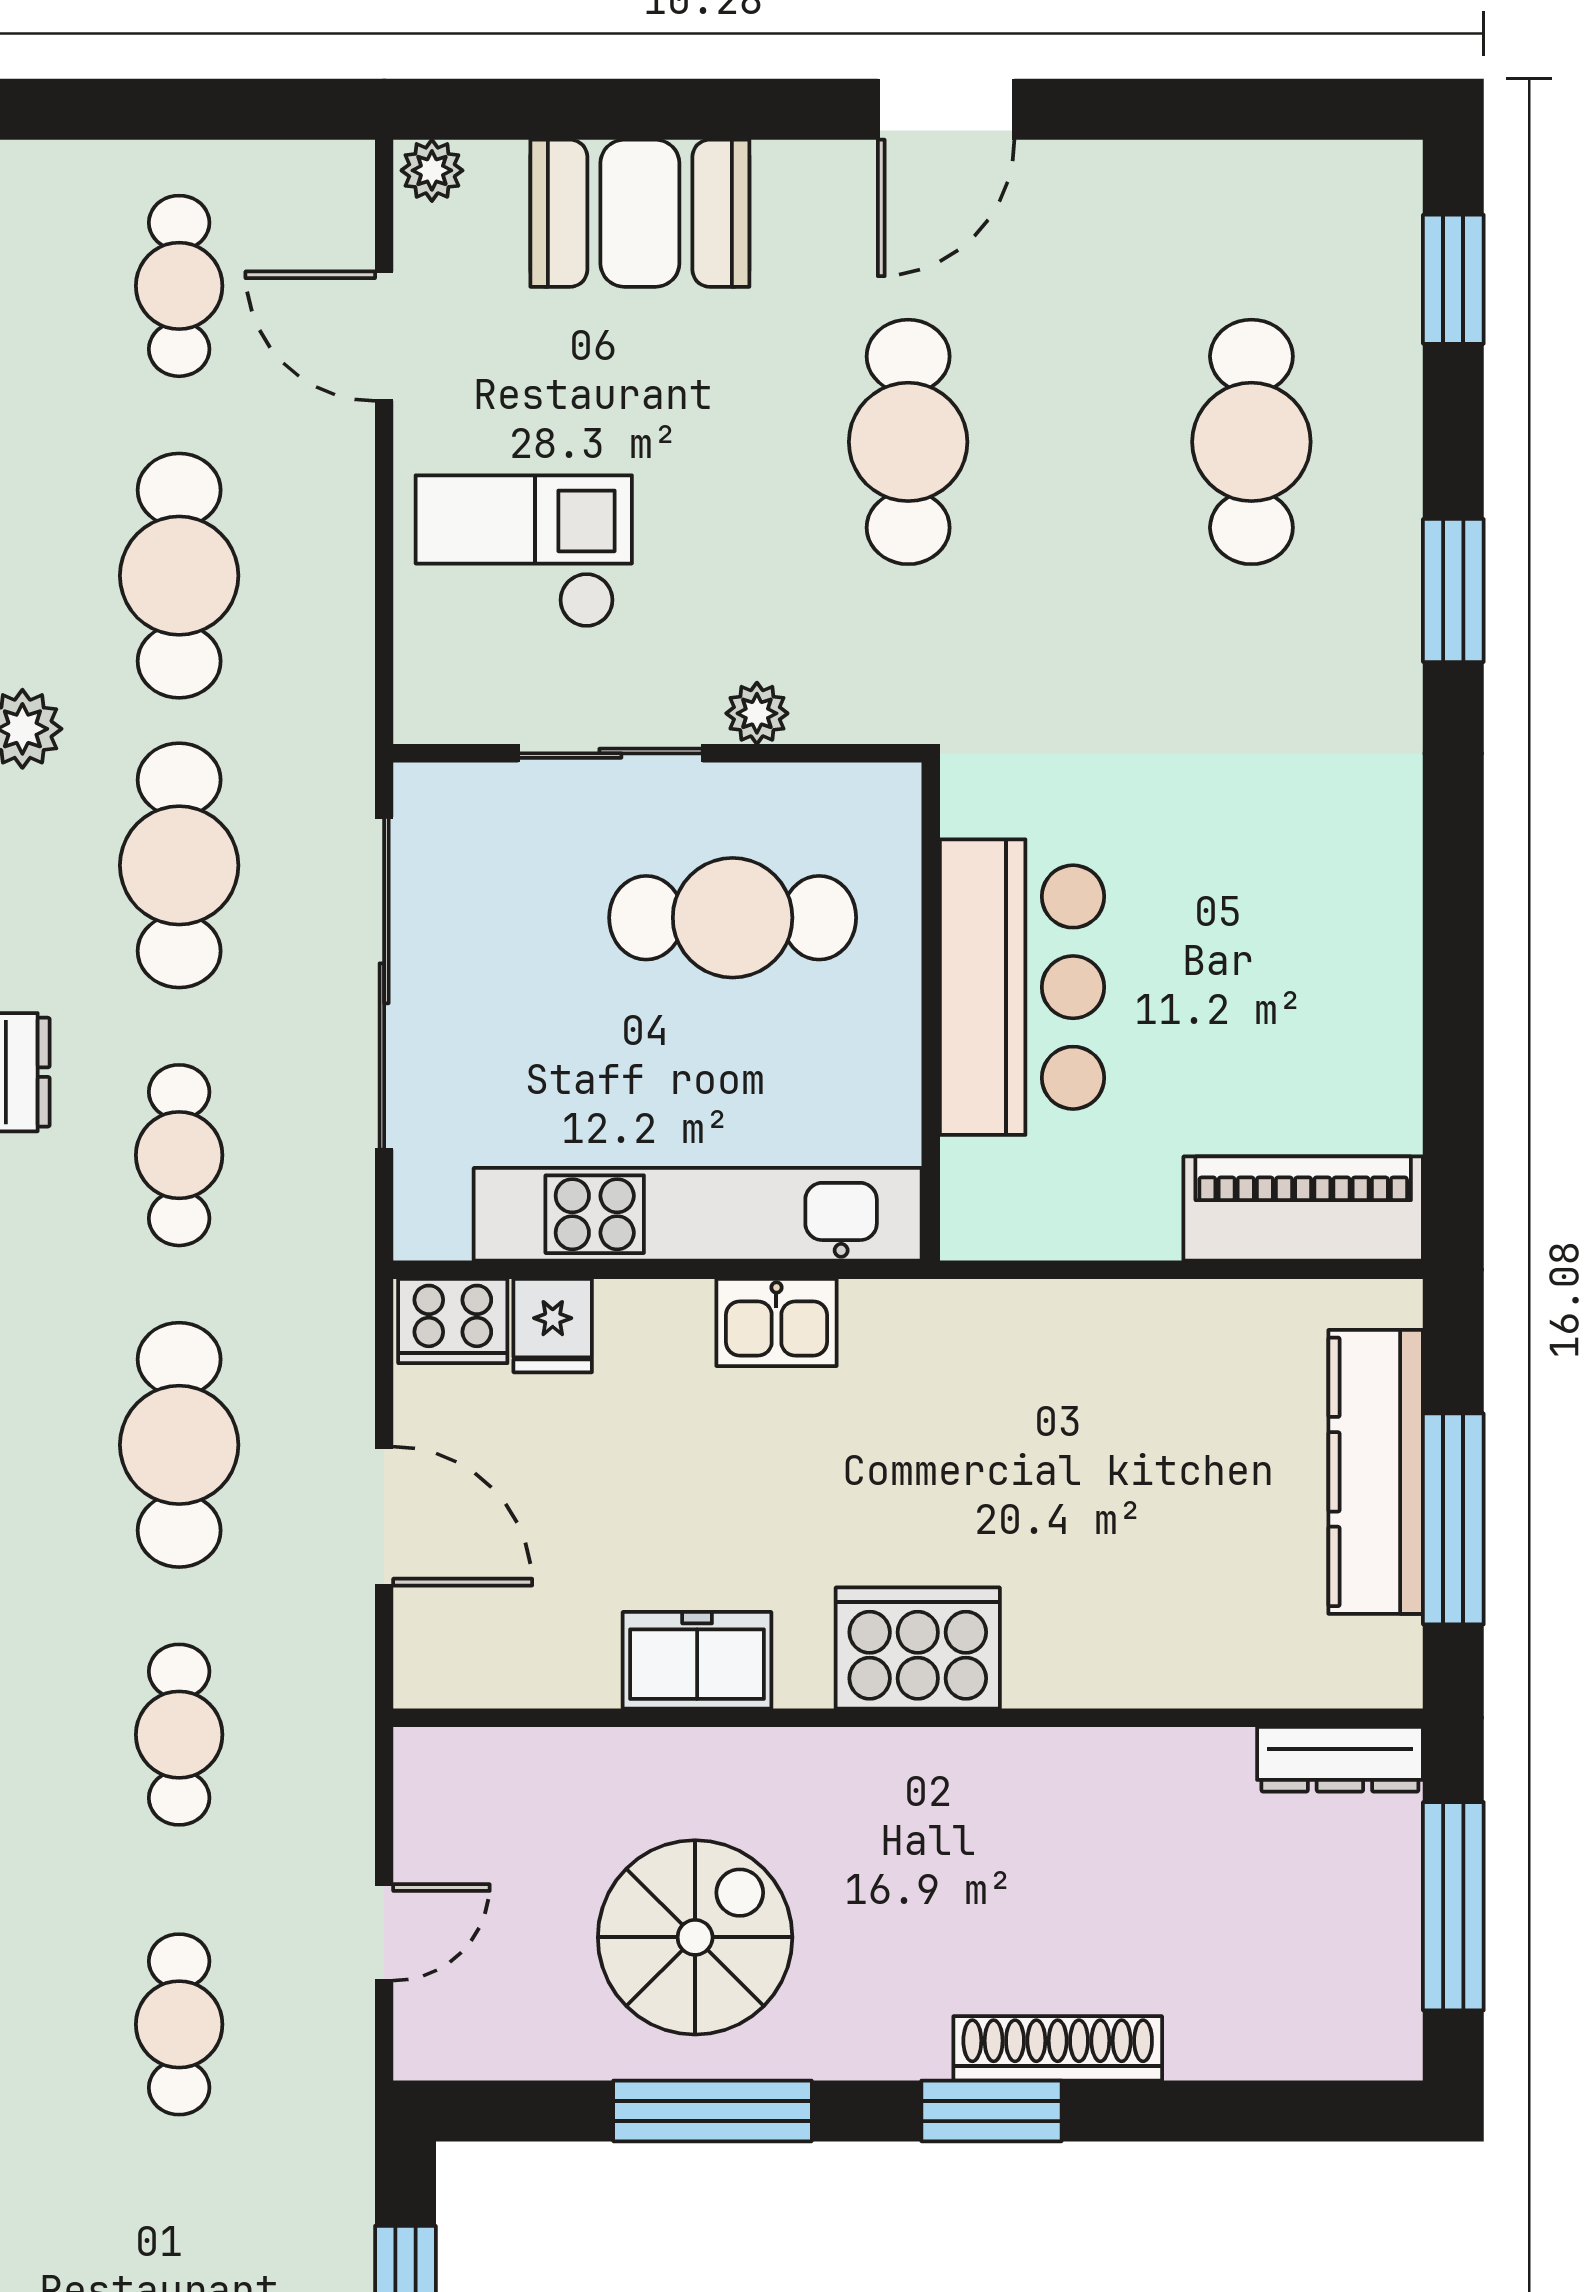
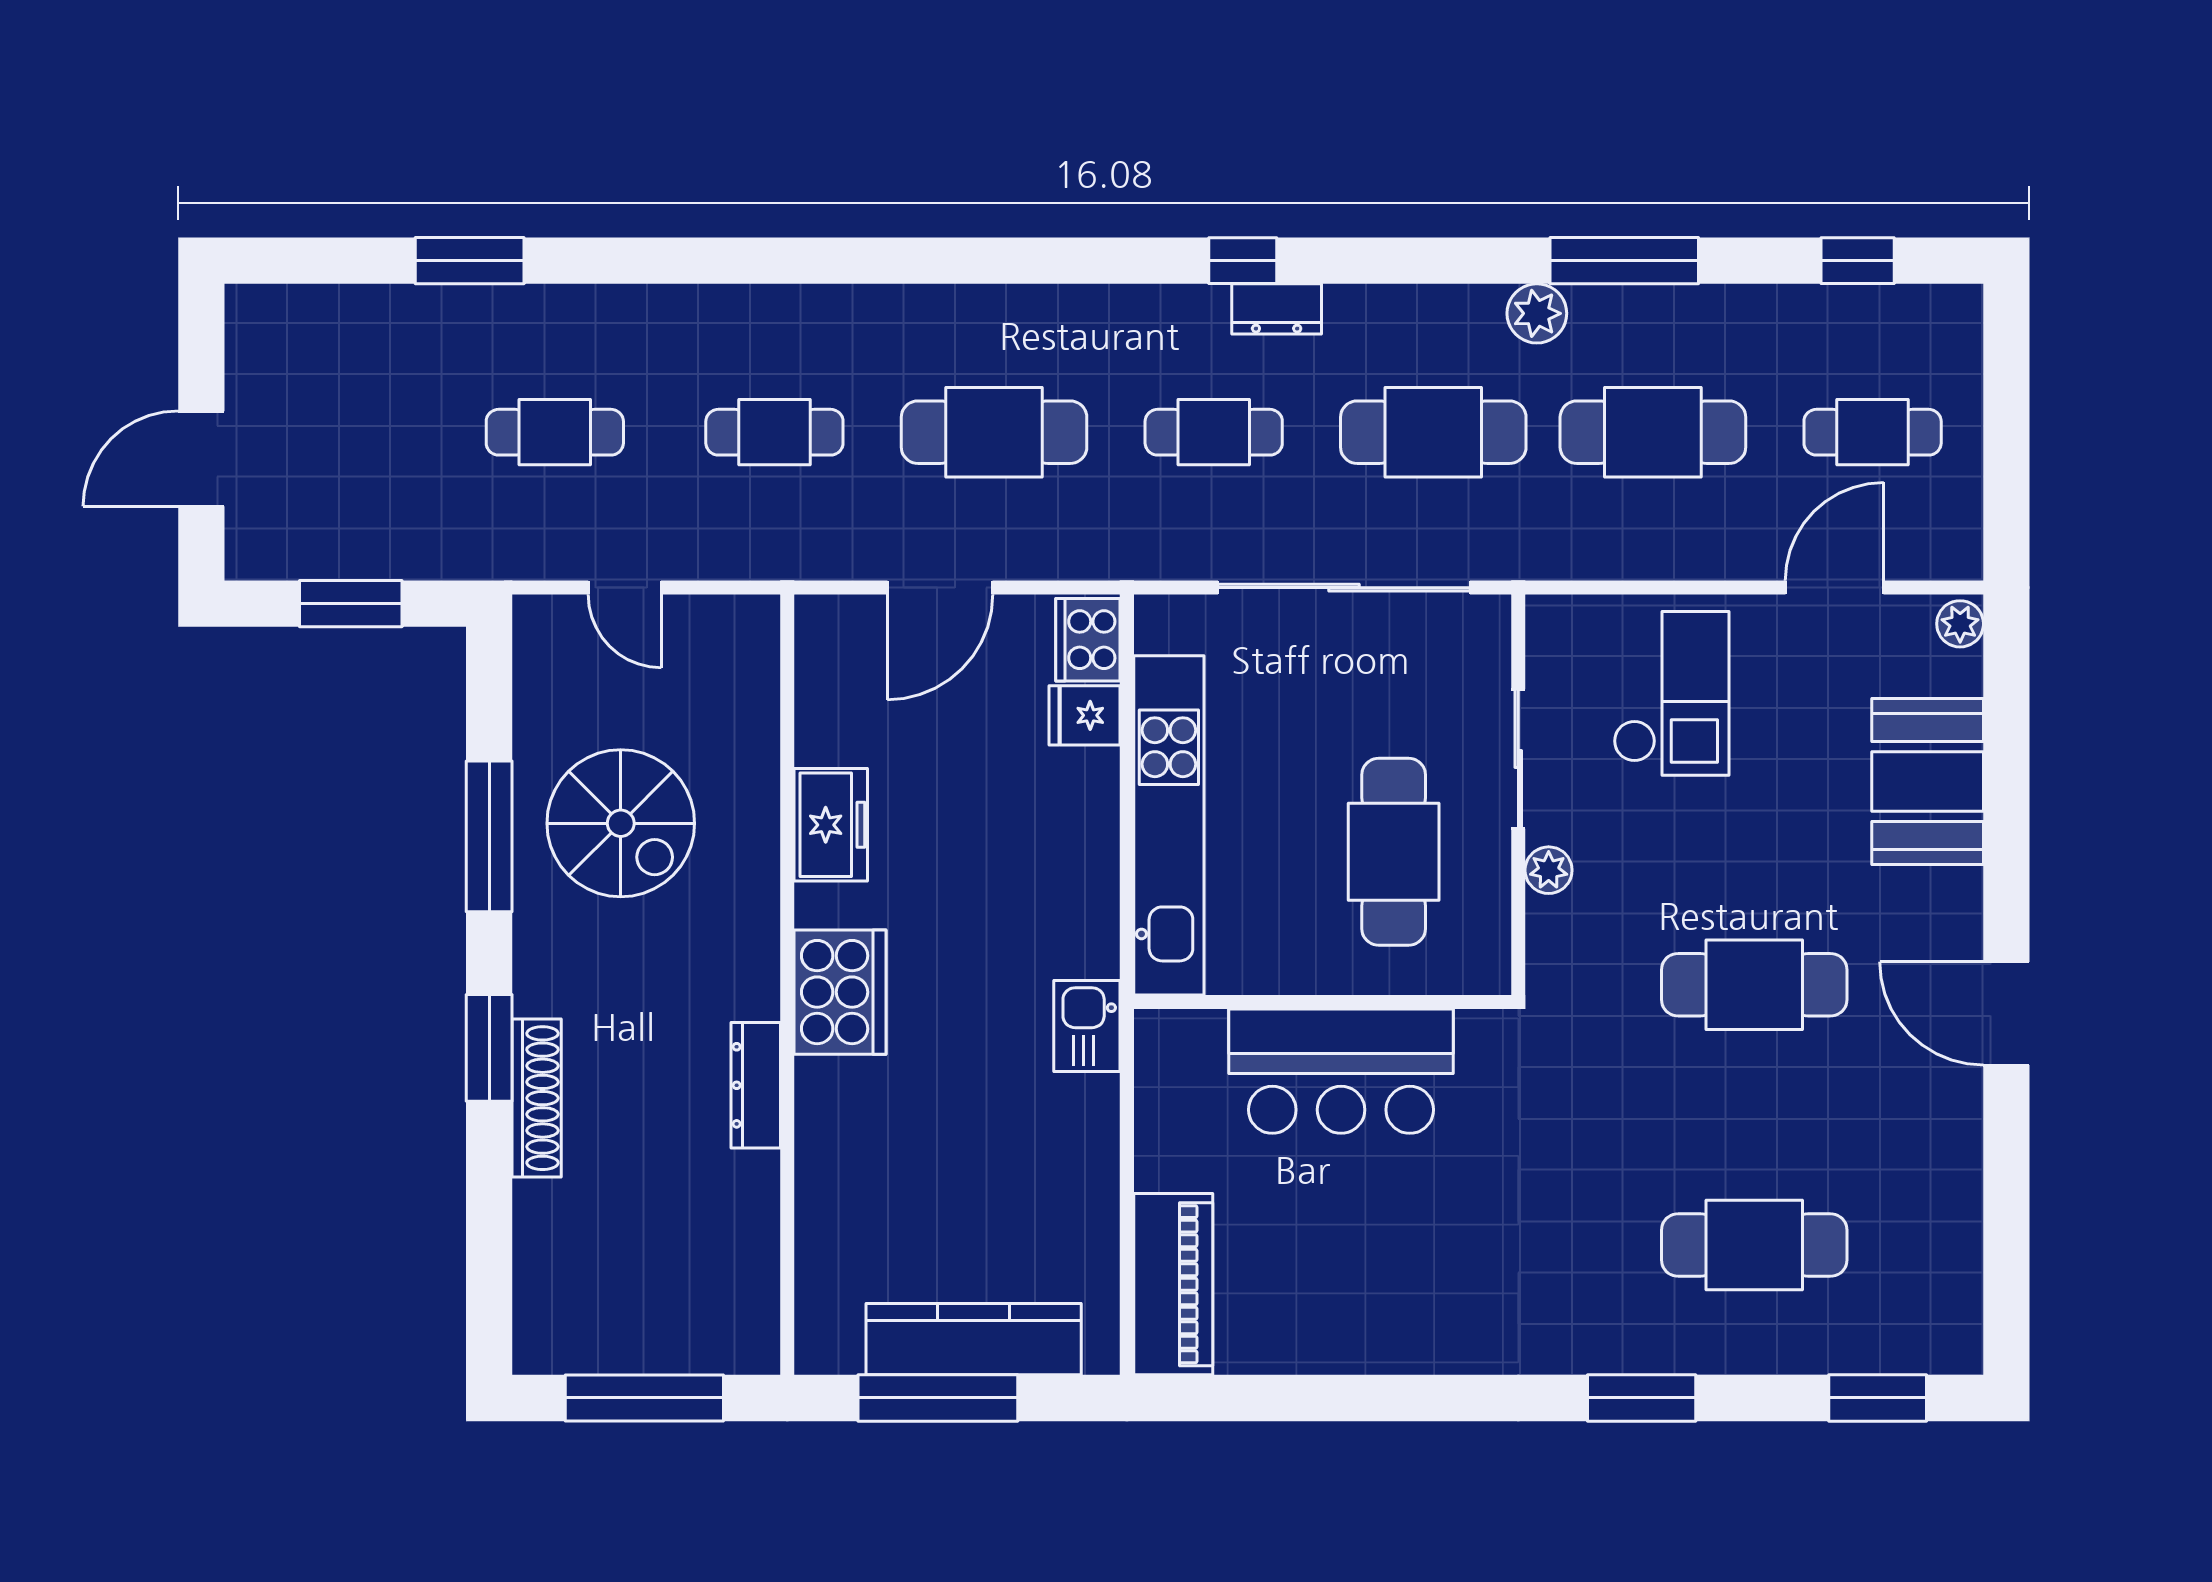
kitchen sink: (776, 1322) -> (1087, 1026), moved
dresser: (1340, 1759) -> (756, 1085), moved

